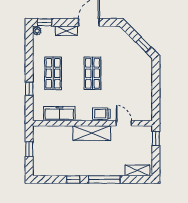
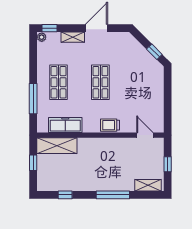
window: (29, 89) -> (33, 99), width x2.17
door: (124, 123) -> (145, 135), moved
shelving: (92, 133) -> (57, 146), moved
window: (156, 138) -> (168, 164), moved
window: (73, 179) -> (65, 195), moved

